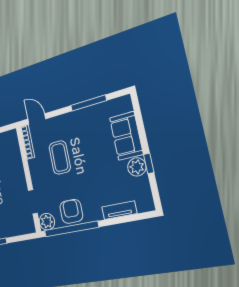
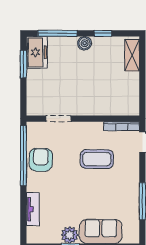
armchair: (71, 211) -> (41, 160), turned -89
plant: (47, 222) -> (35, 130), removed

